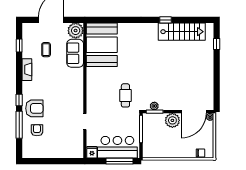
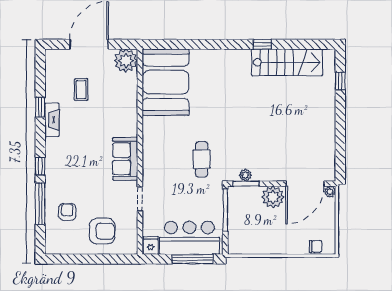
window: (19, 45) -> (40, 107), moved
sofa: (75, 53) -> (125, 159), moved
armchair: (34, 108) -> (102, 231), moved

